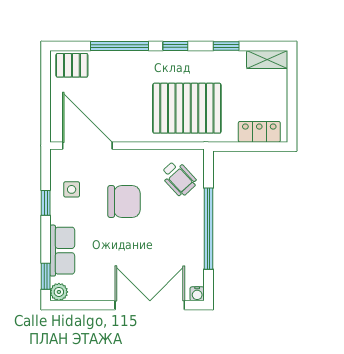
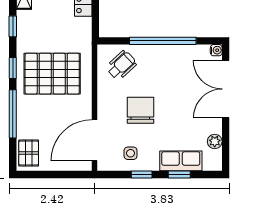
pallet: (187, 108) -> (52, 74), moved, turned 90
window: (46, 276) -> (179, 174), moved
plant: (59, 292) -> (215, 141), moved

